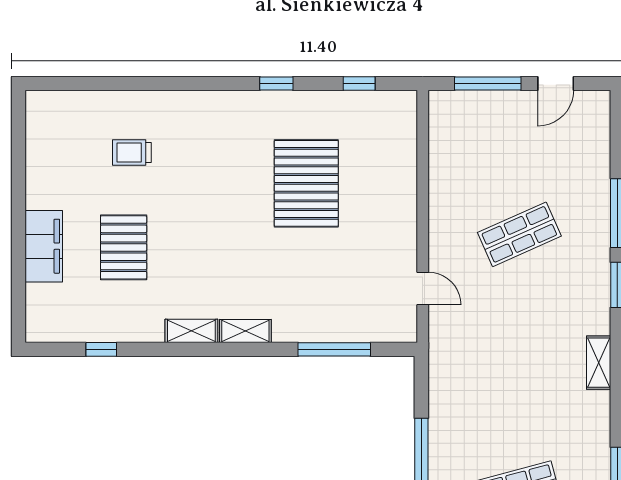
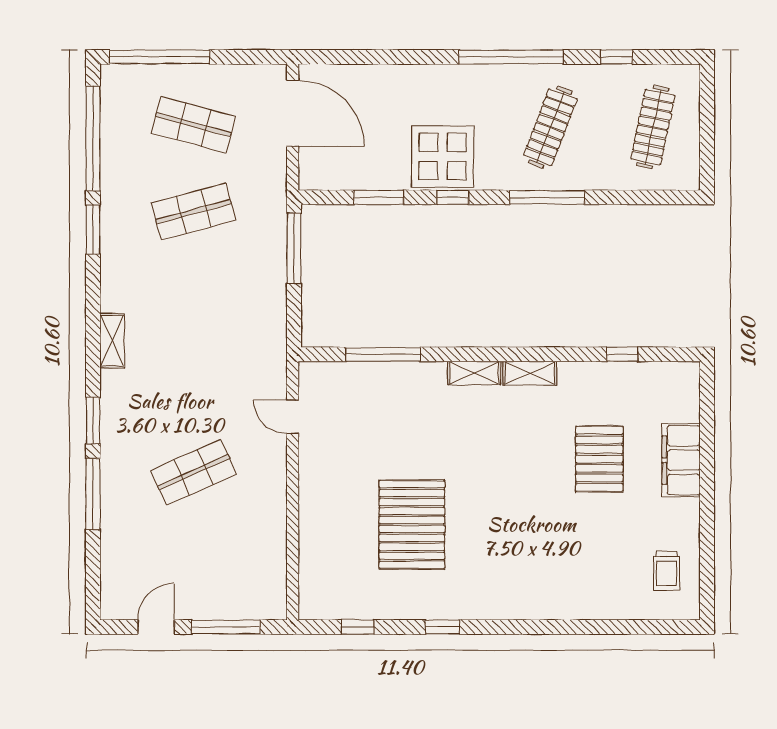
trolley: (132, 152) -> (667, 571), moved, turned 90

